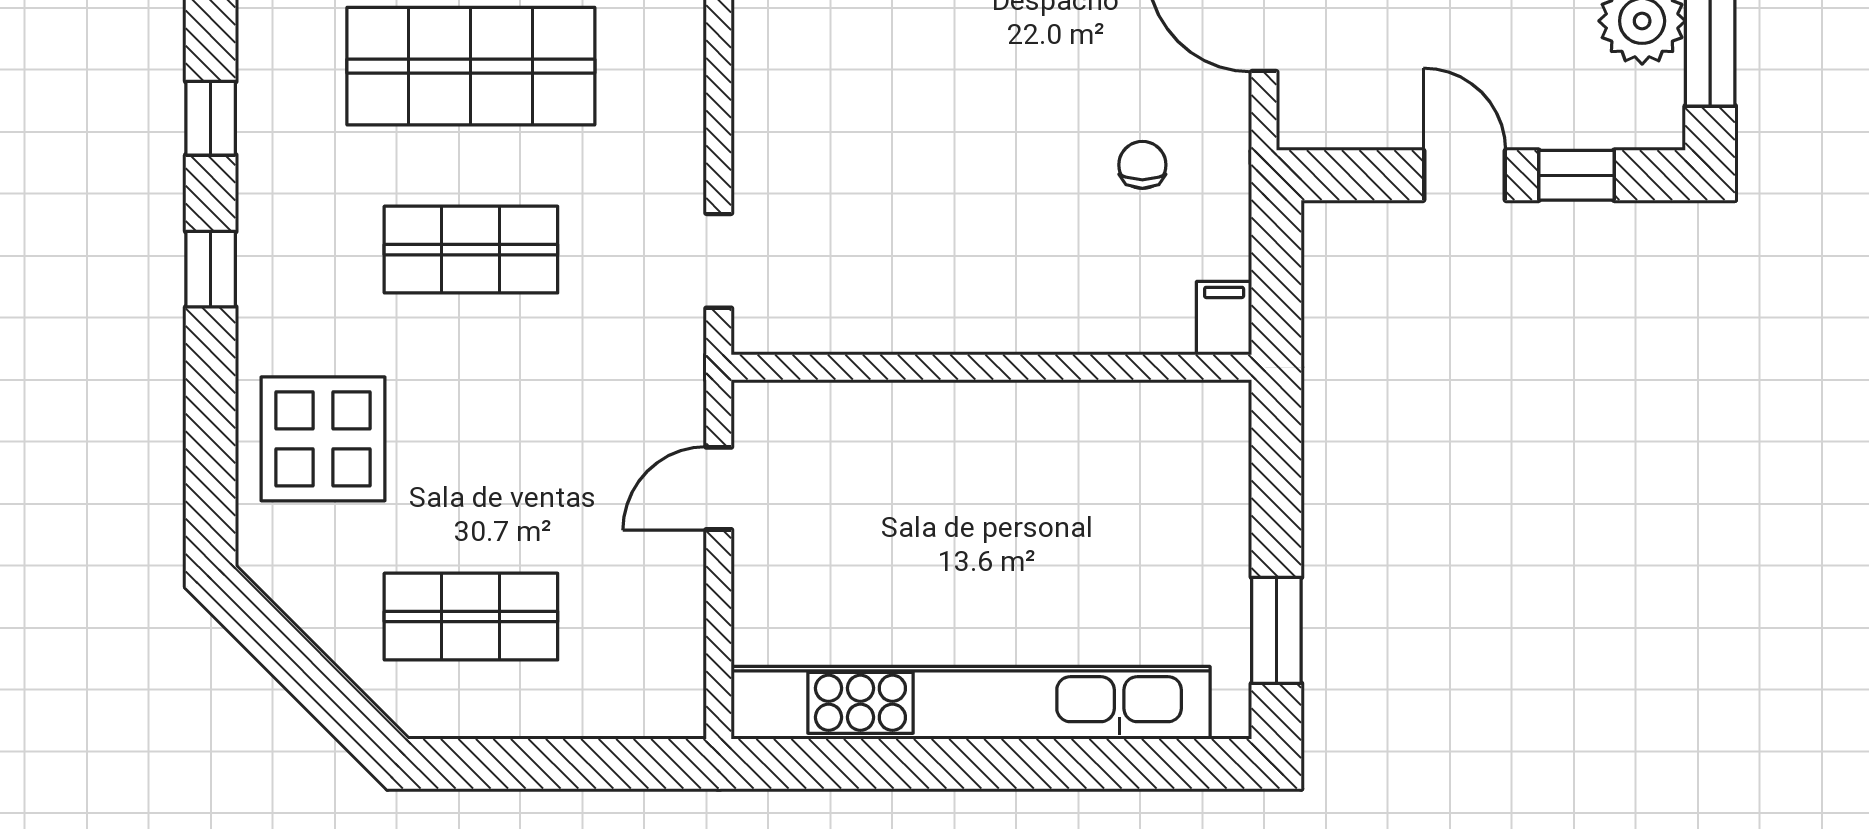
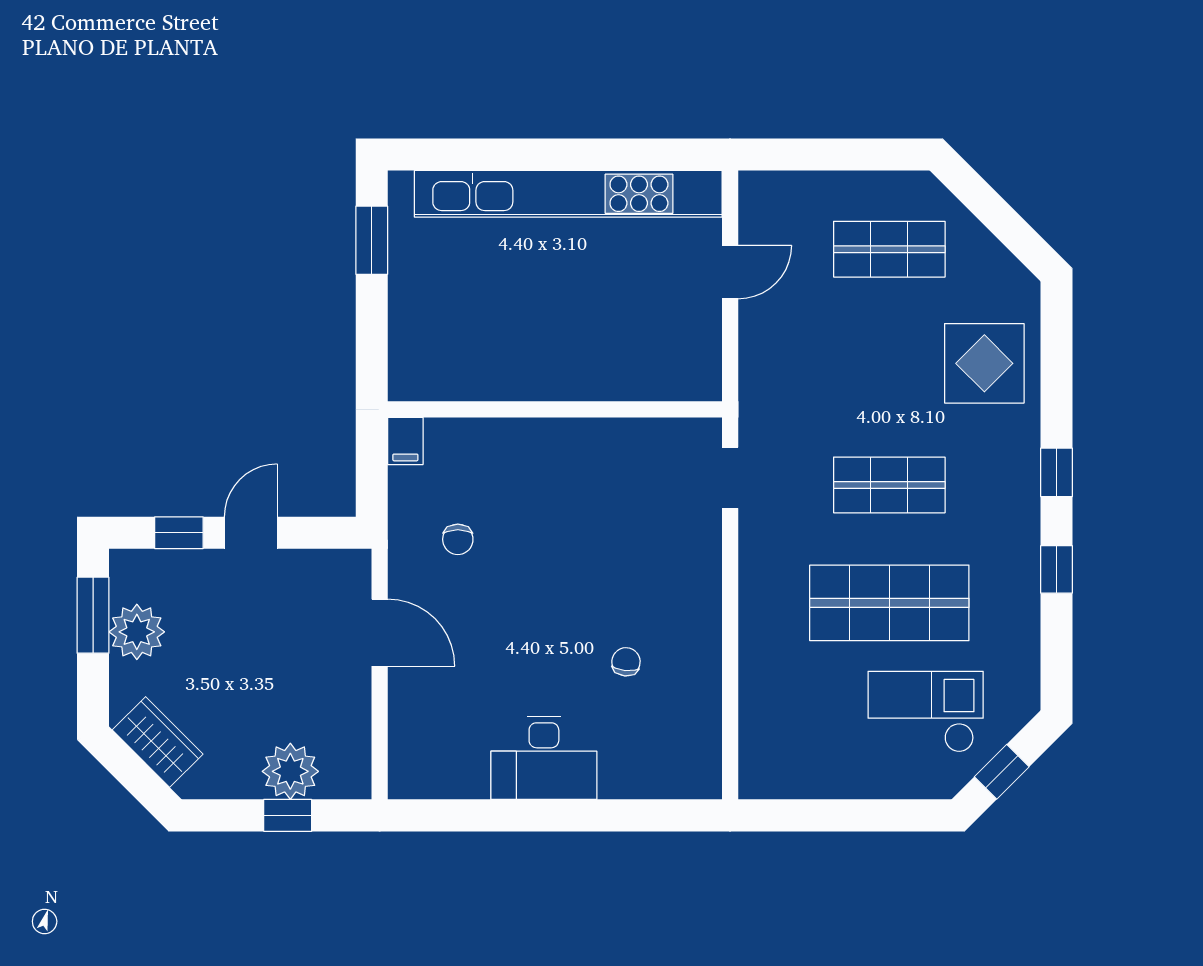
door: (1464, 175) -> (251, 533), swing flipped
door: (719, 488) -> (730, 272), moved

